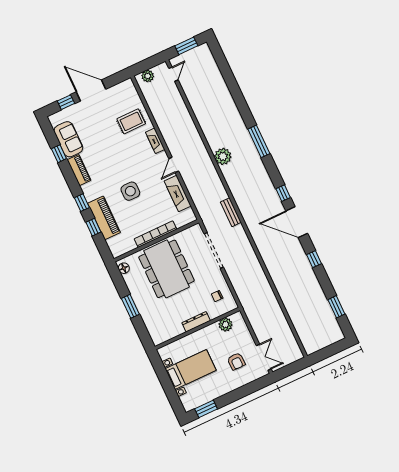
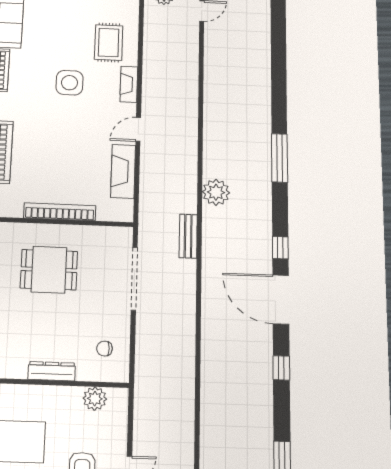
rug: (131, 121) -> (109, 42), turned 90
plant: (223, 156) -> (216, 192), moved
side table: (130, 191) -> (69, 83), moved
dining table: (166, 269) -> (49, 270), width x0.53, depth x0.80

